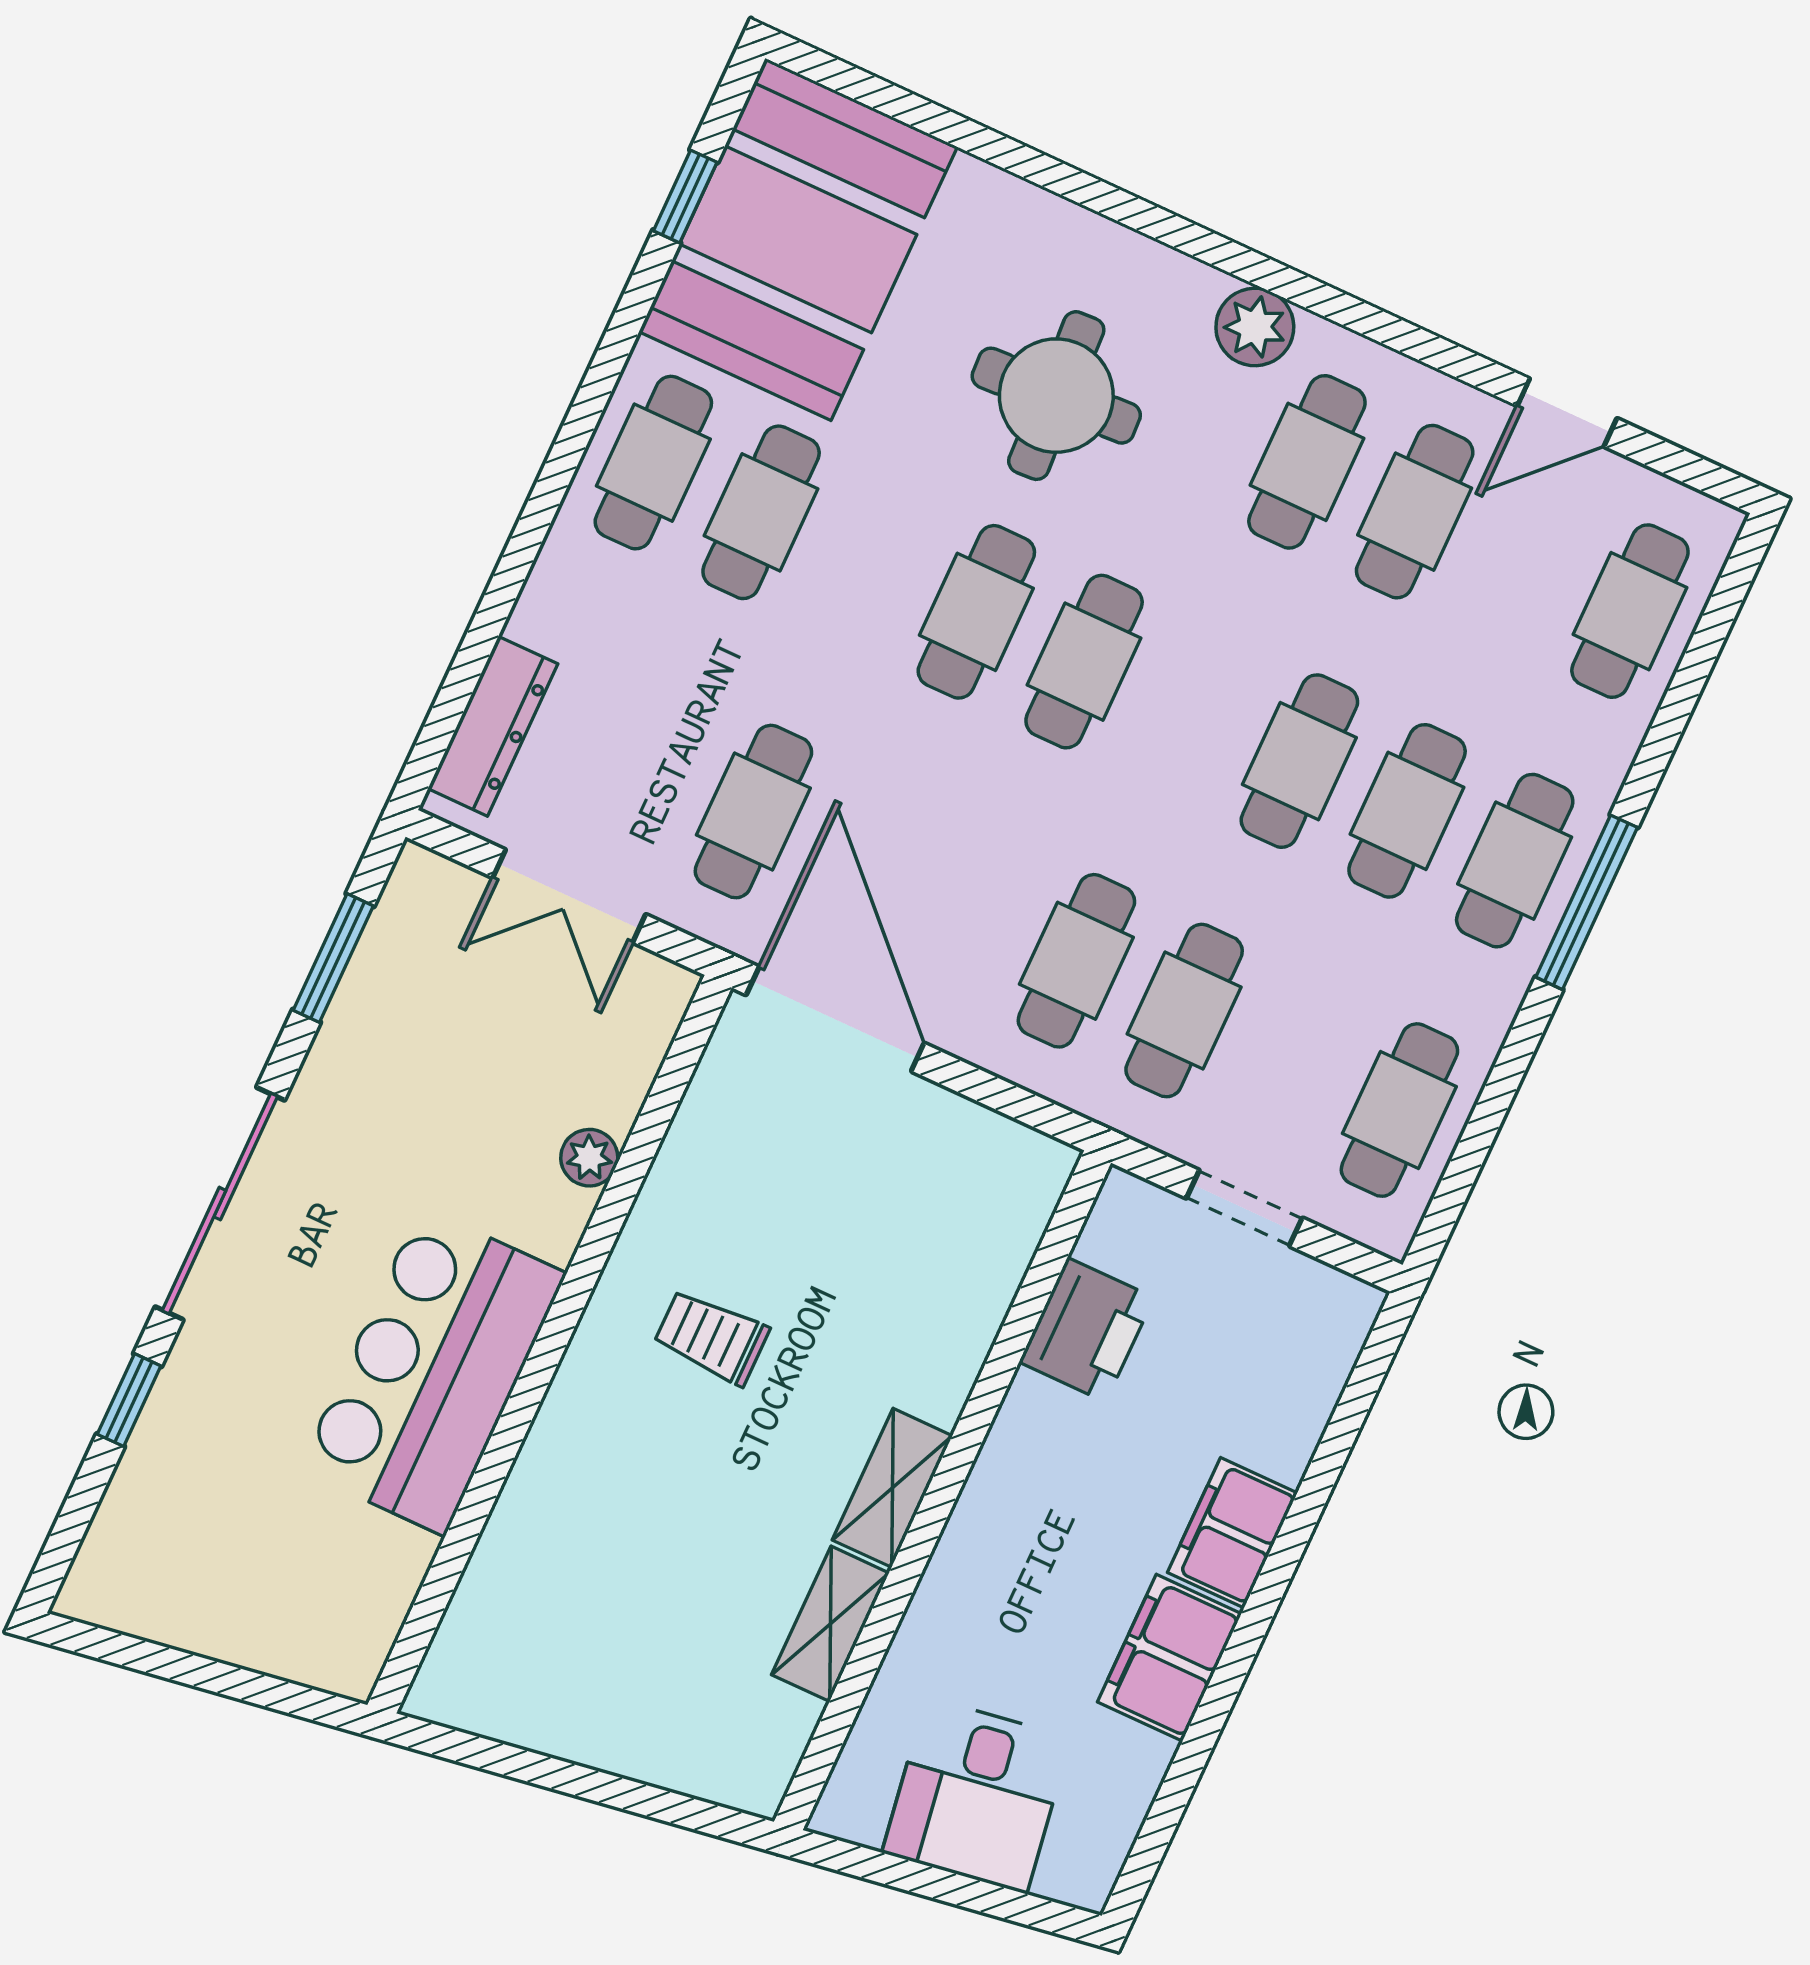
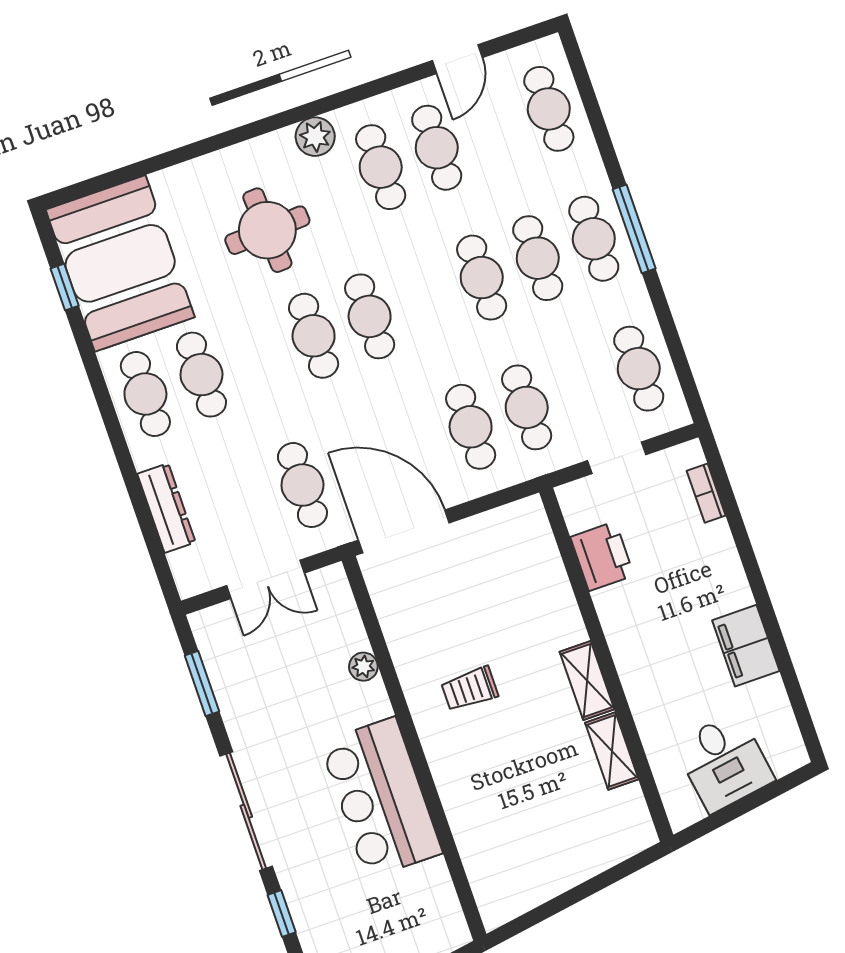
dresser: (493, 726) -> (166, 508), moved
bookcase: (1324, 1383) -> (706, 493), added
filing cabinet: (1232, 1533) -> (725, 579), removed

